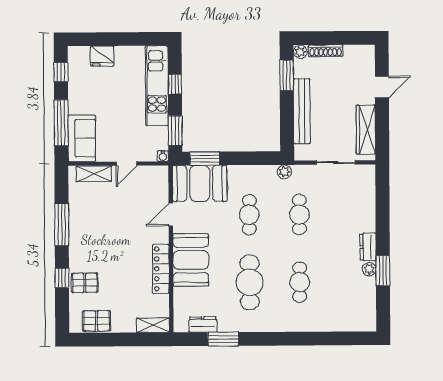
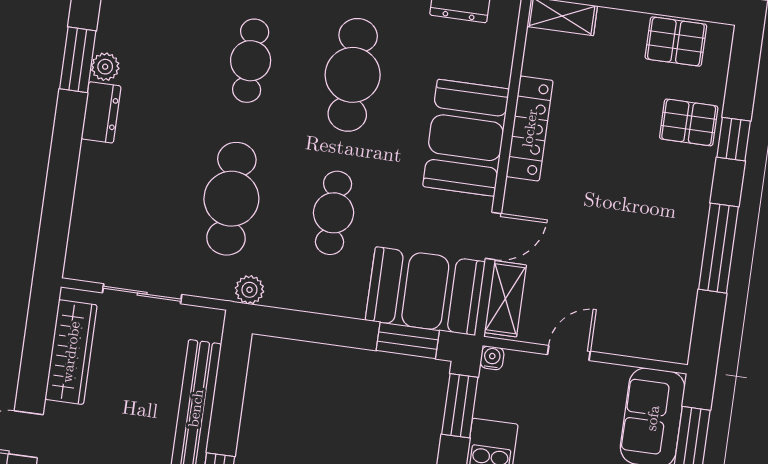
shelving: (94, 174) -> (505, 299), moved, turned 90
cafe table: (299, 214) -> (231, 199), width x1.37, depth x1.35

